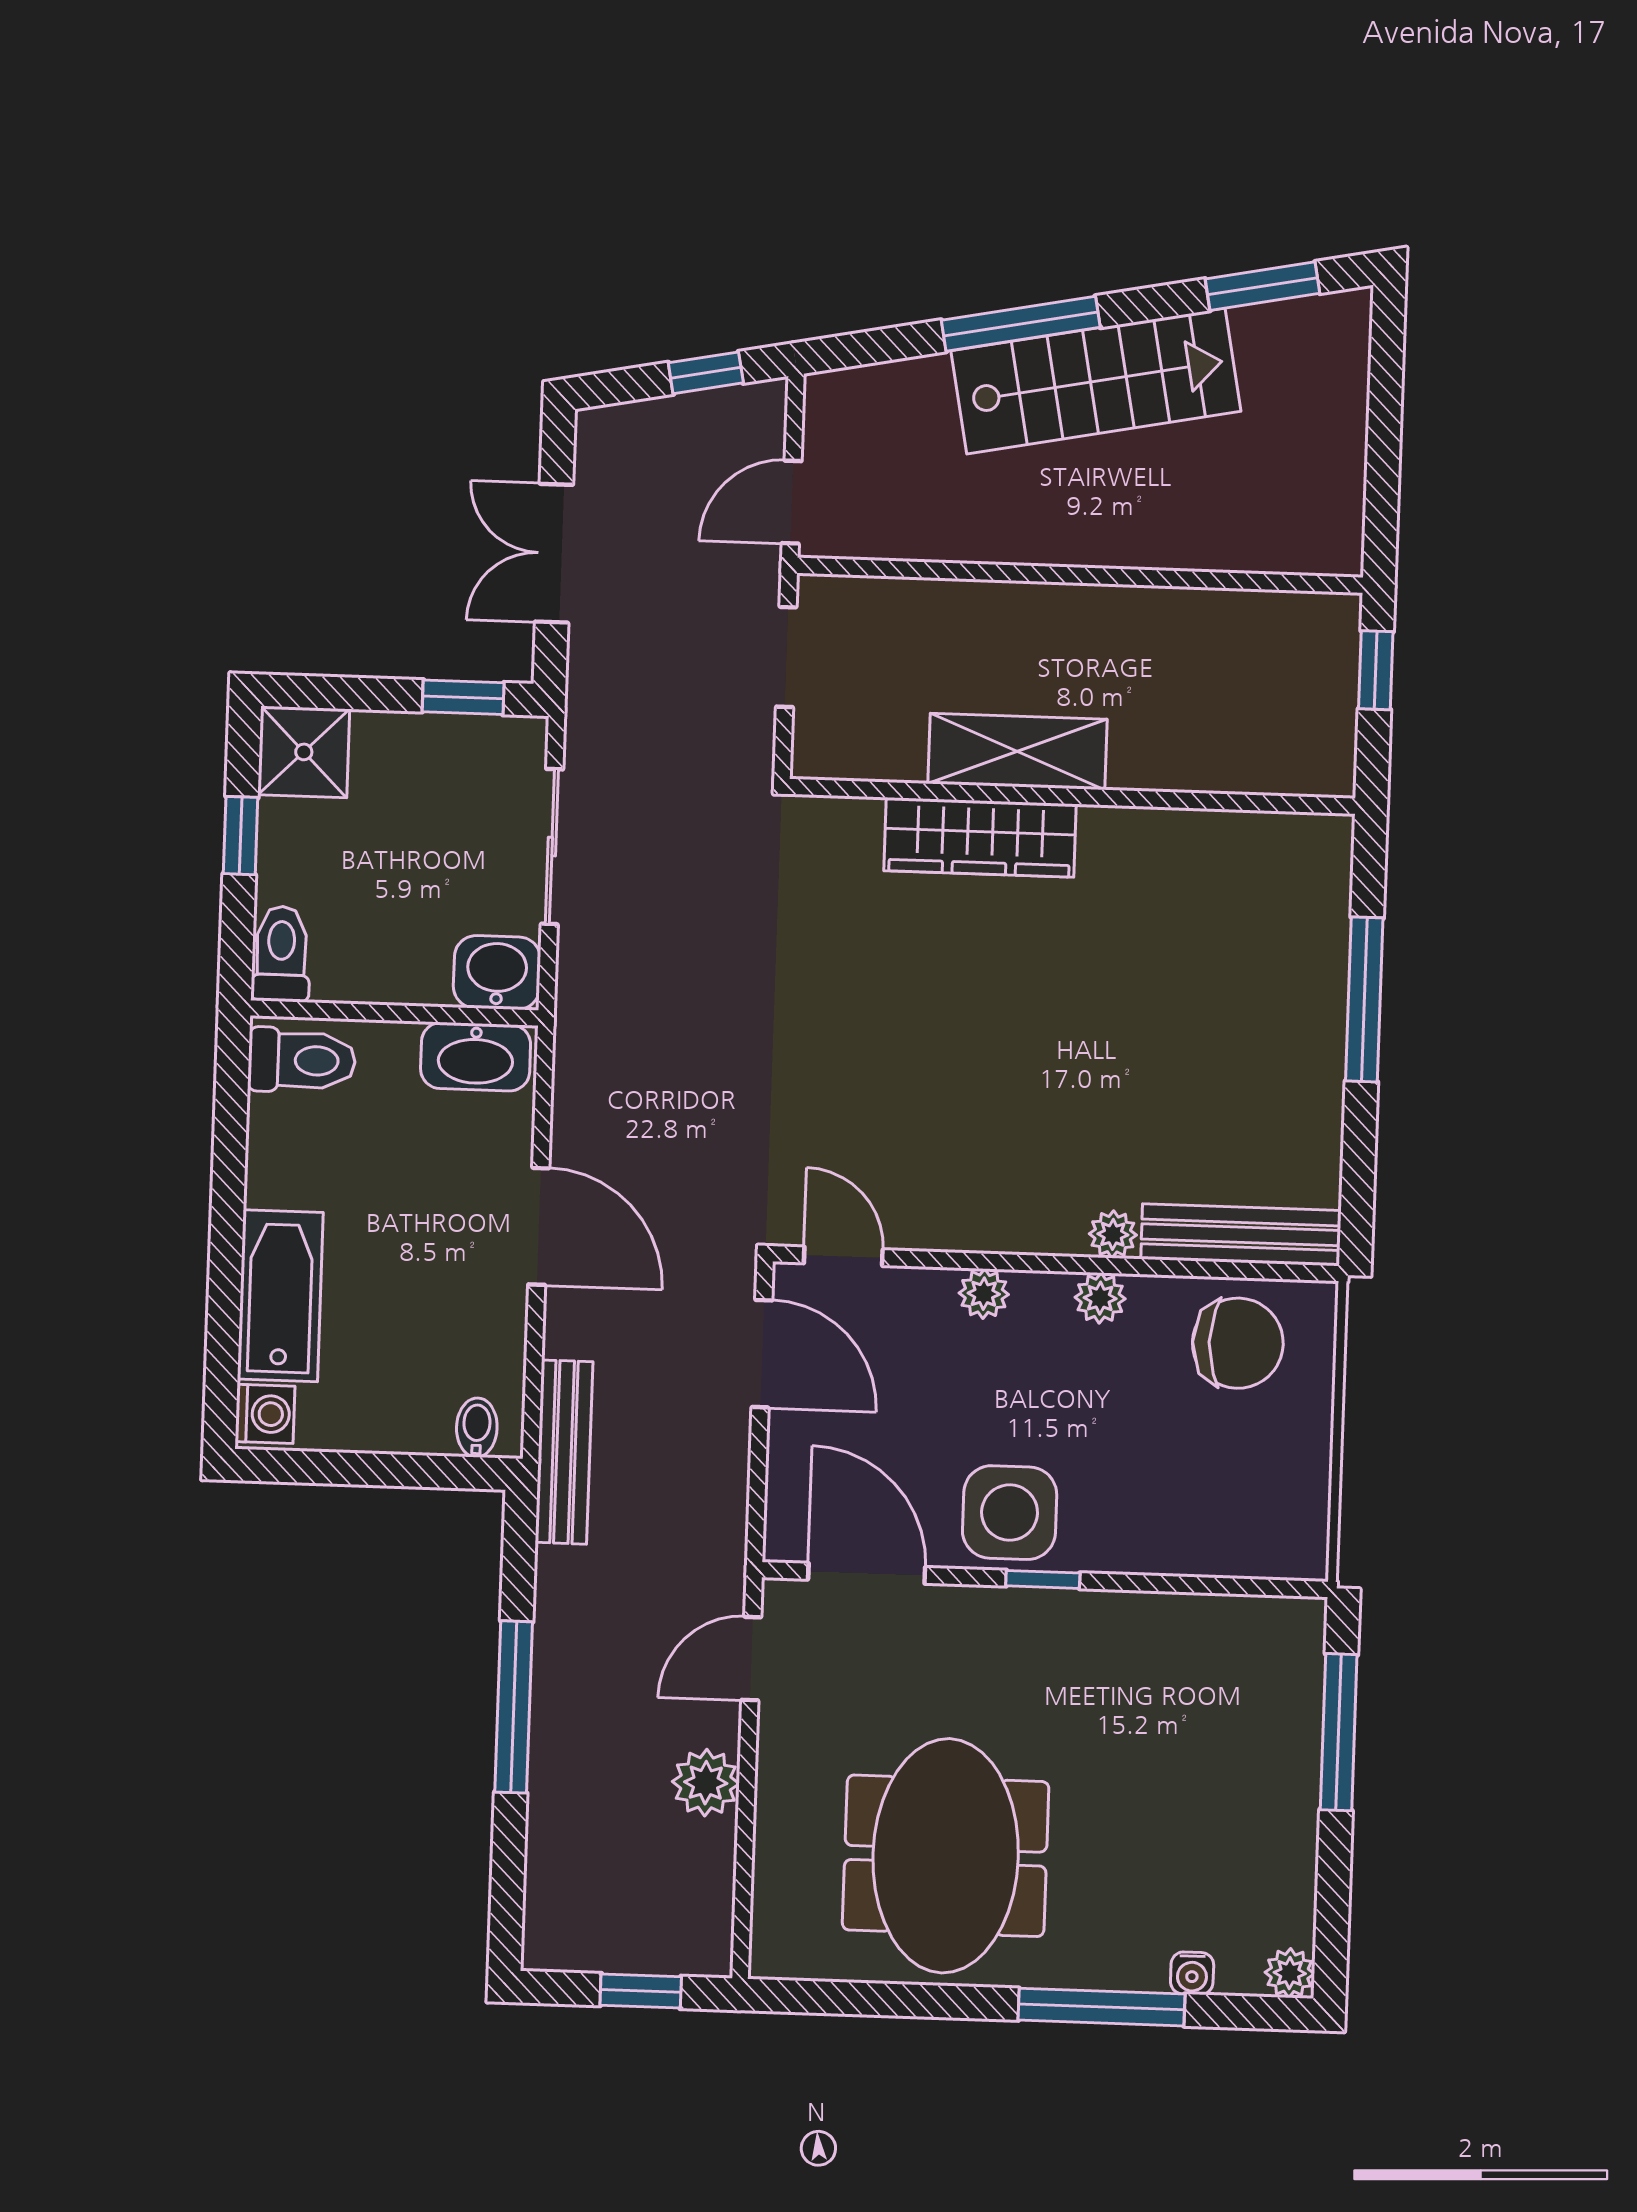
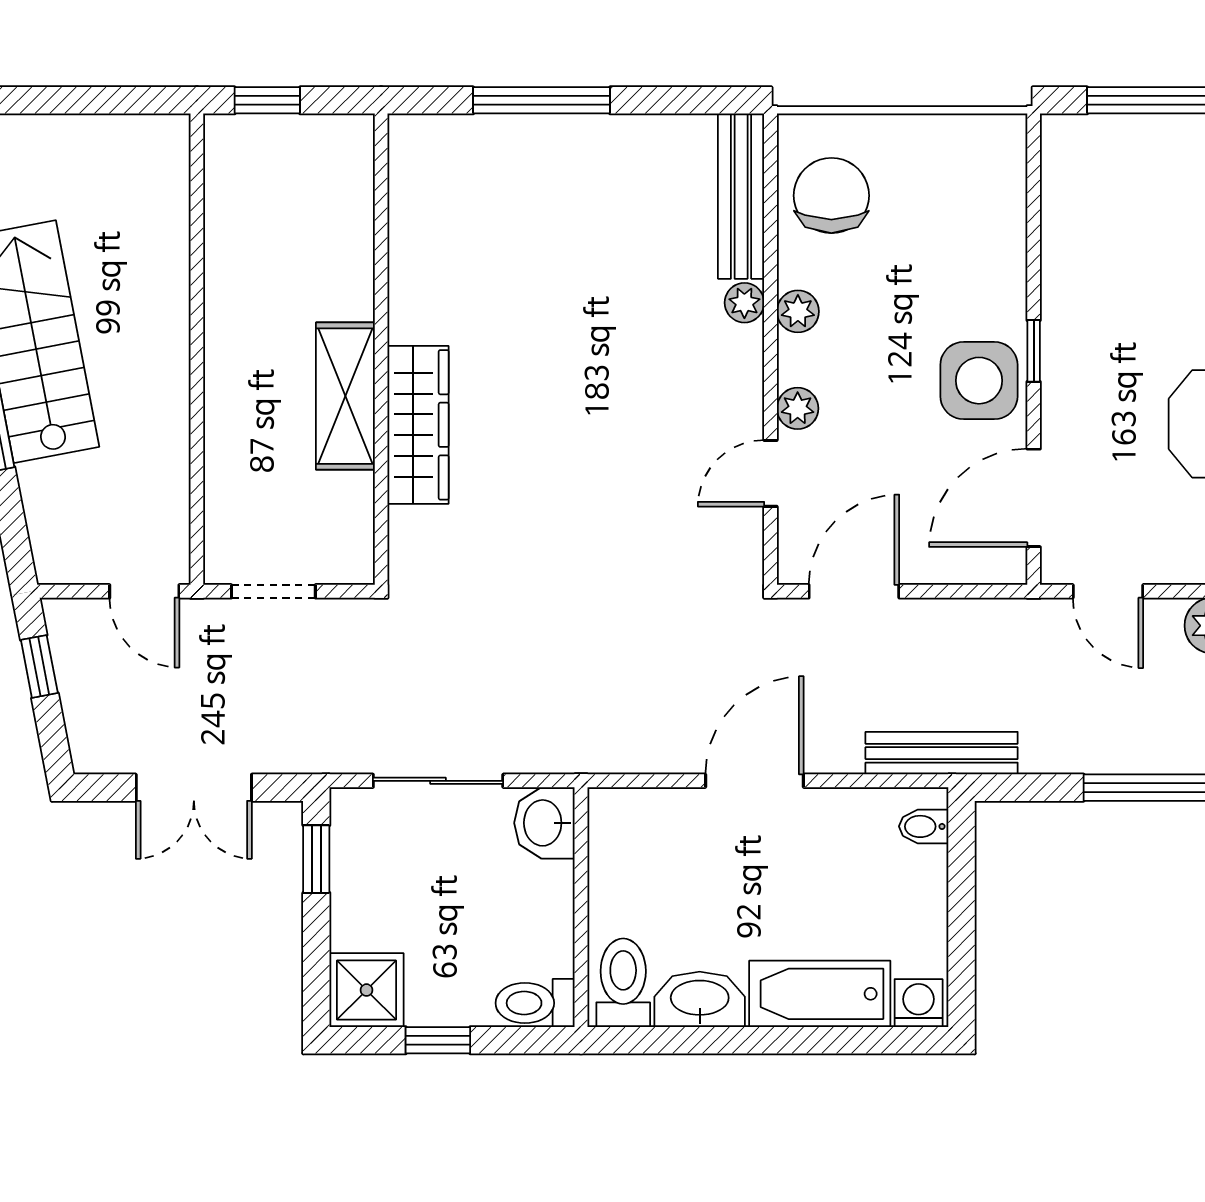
washbasin: (476, 1057) -> (700, 999), moved, turned -90
door: (843, 1256) -> (771, 473), moved

